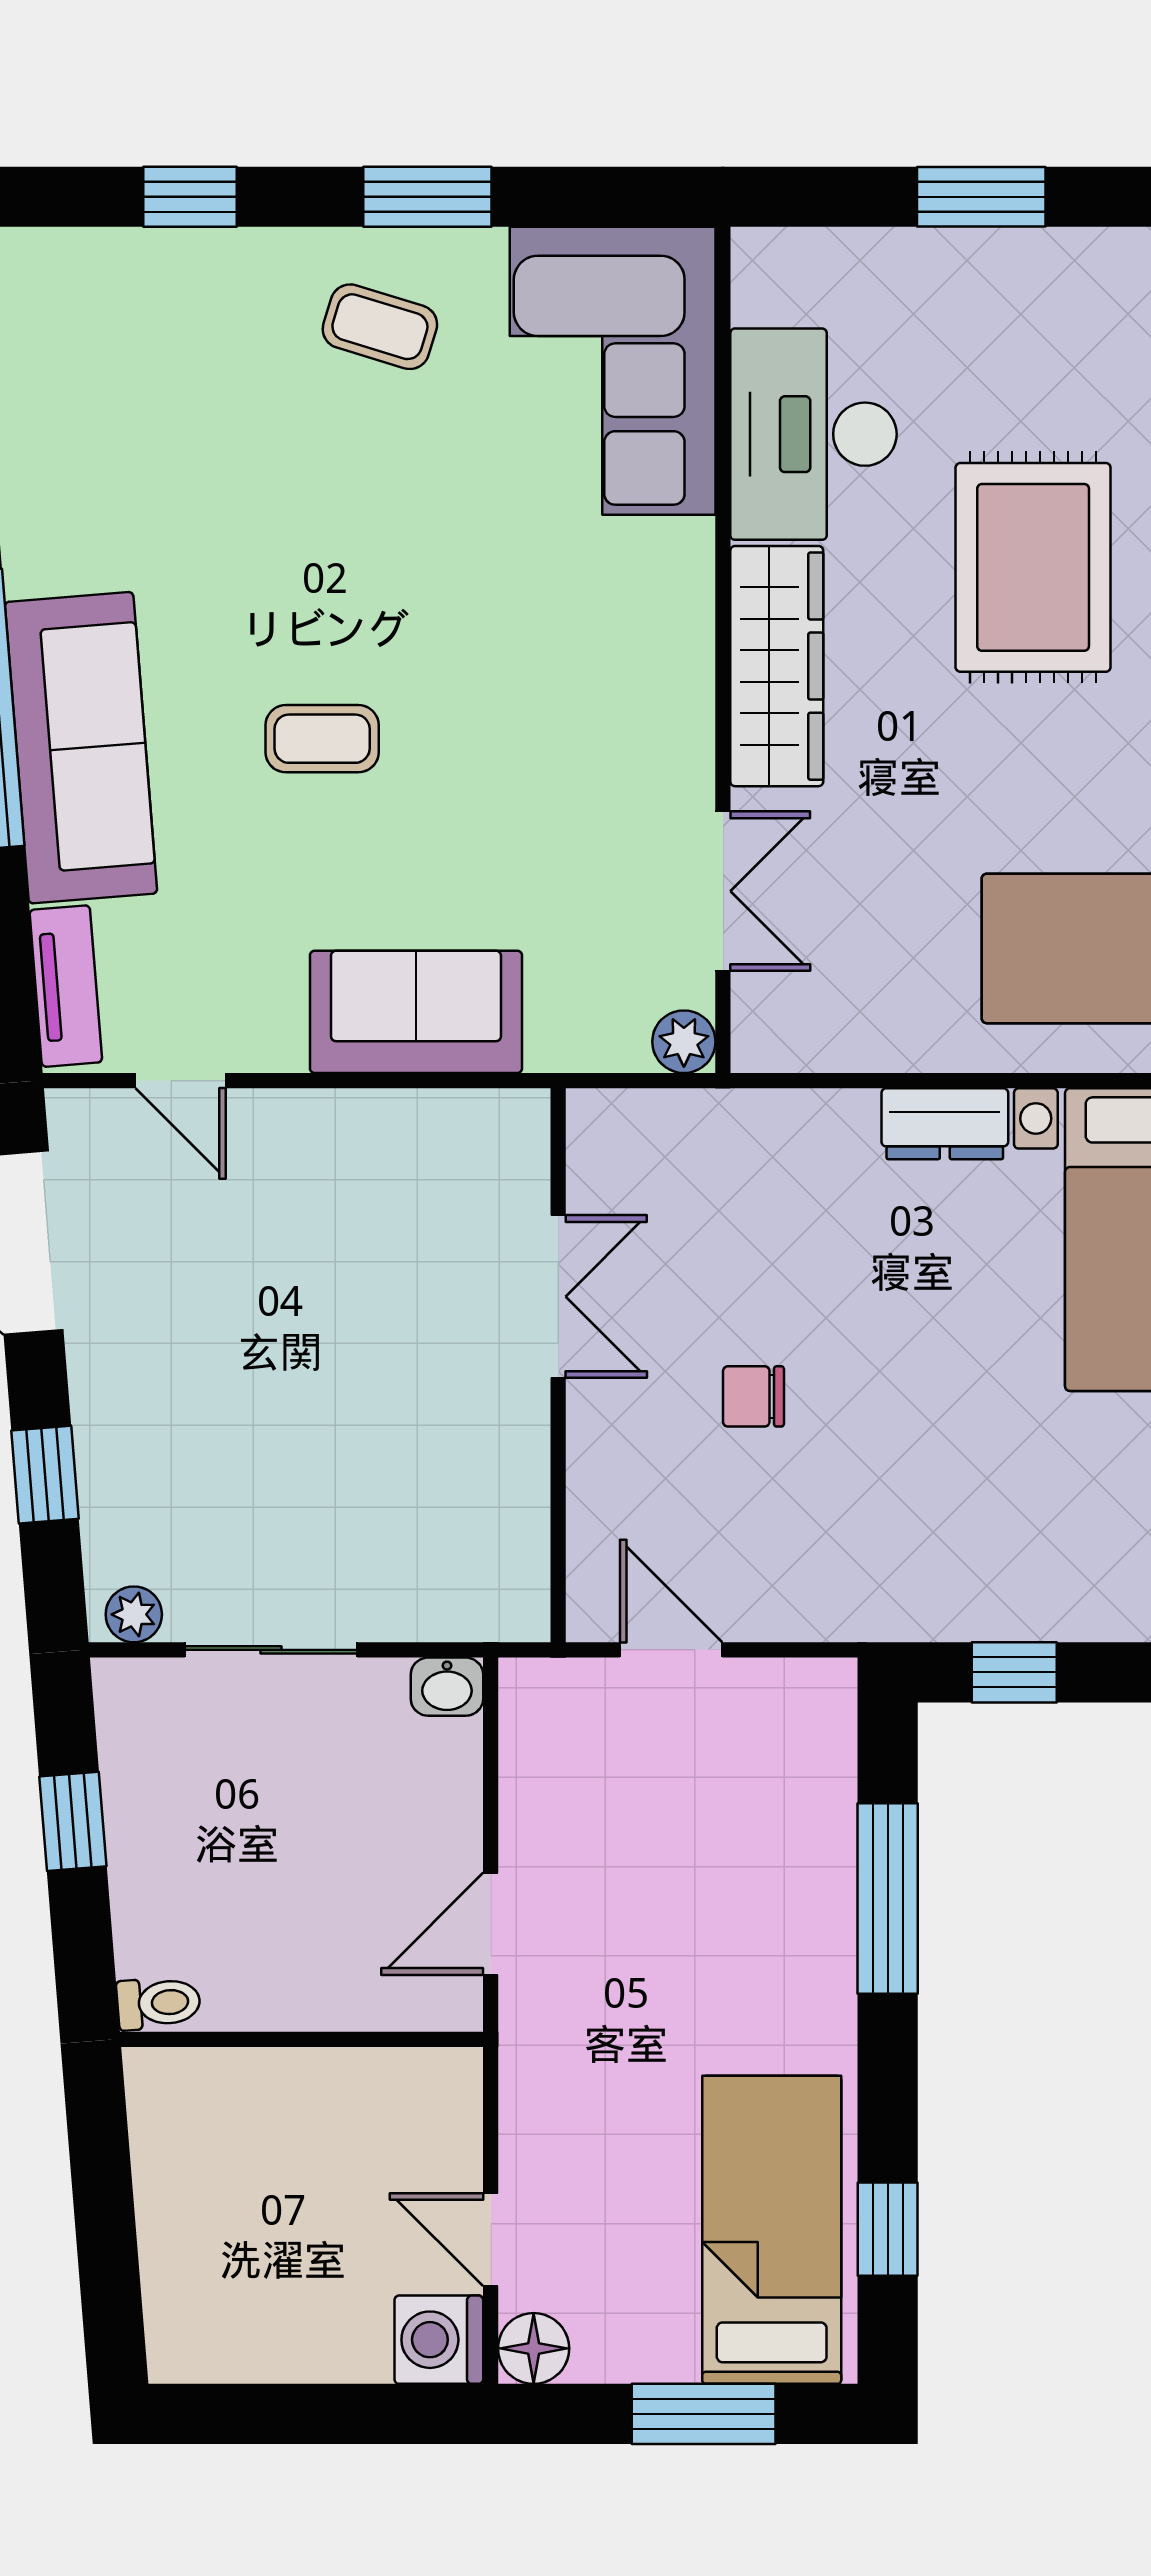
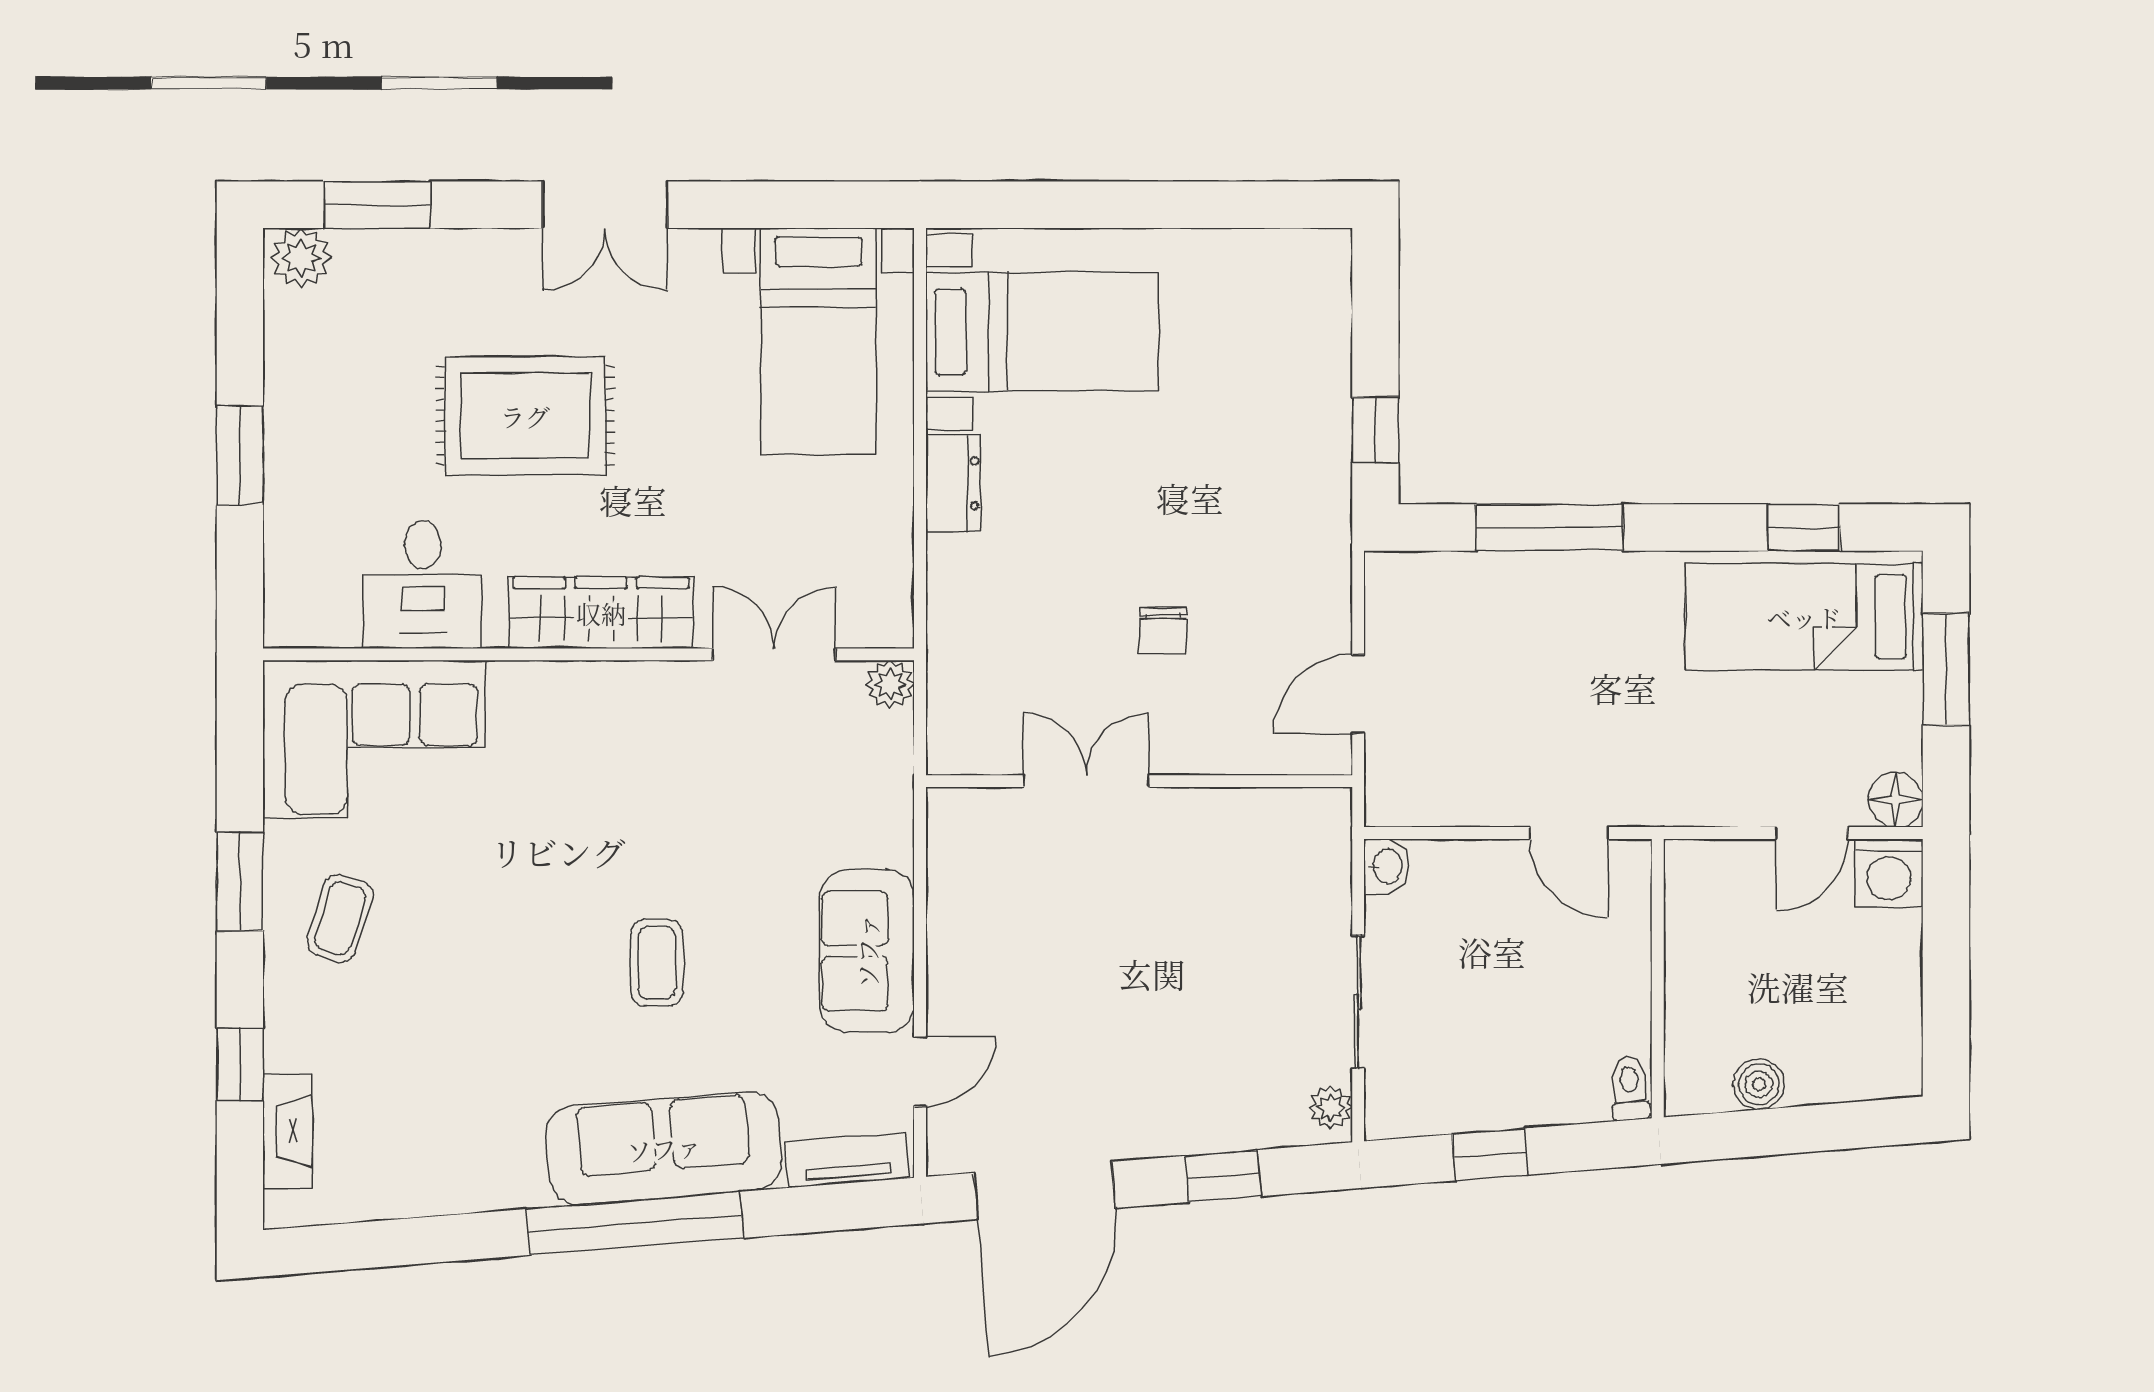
fireplace: (103, 259) -> (287, 1131), added
desk: (813, 434) -> (423, 585), width x0.73
sofa: (416, 1012) -> (867, 951), moved
boiler: (164, 2171) -> (1759, 1084), added

